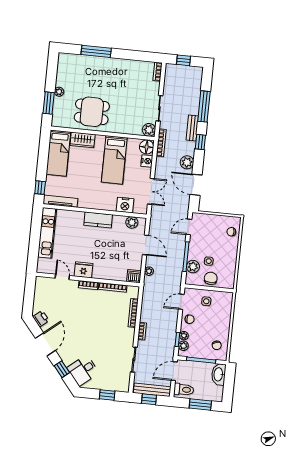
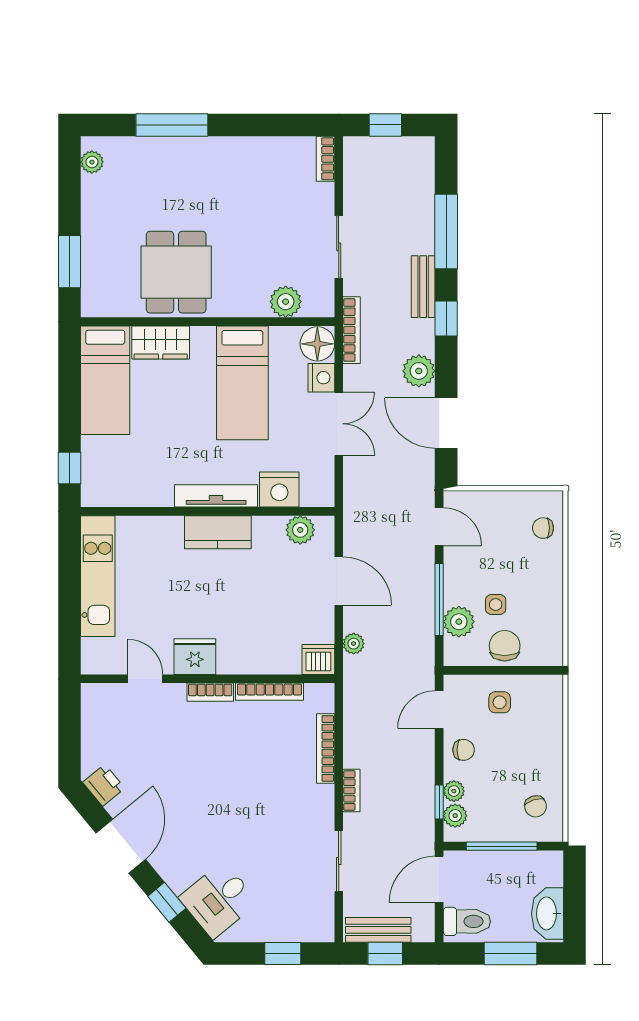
plant: (59, 92) -> (92, 162), moved
dining table: (92, 112) -> (176, 272), turned 90
plant: (149, 130) -> (286, 302), moved
double door: (151, 191) -> (339, 424), moved
tv unit: (60, 201) -> (216, 496), moved
door: (189, 227) -> (439, 527), swing flipped
washbasin: (219, 374) -> (547, 913), moved
bench: (152, 390) -> (378, 930), width x0.73

